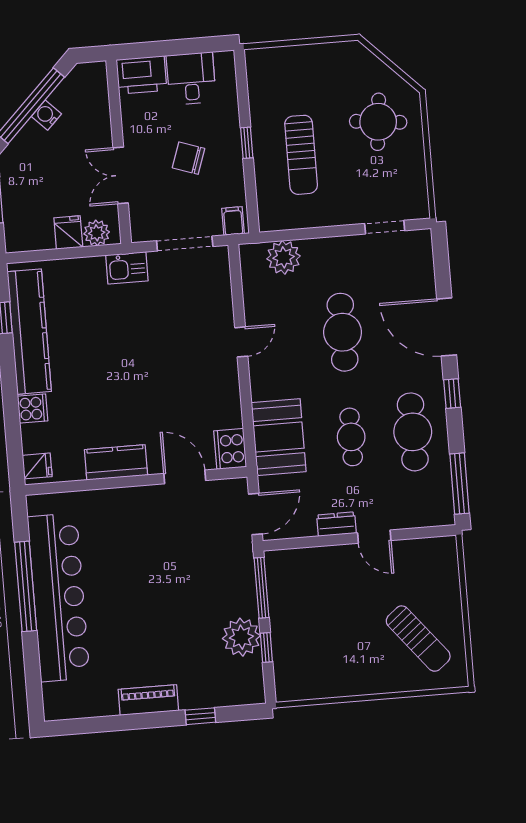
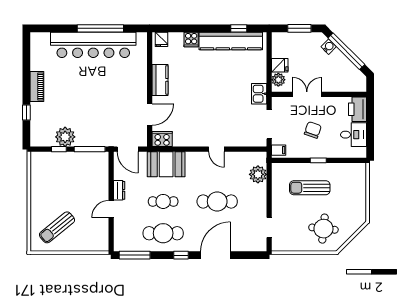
water cooler: (46, 115) -> (329, 47), moved

